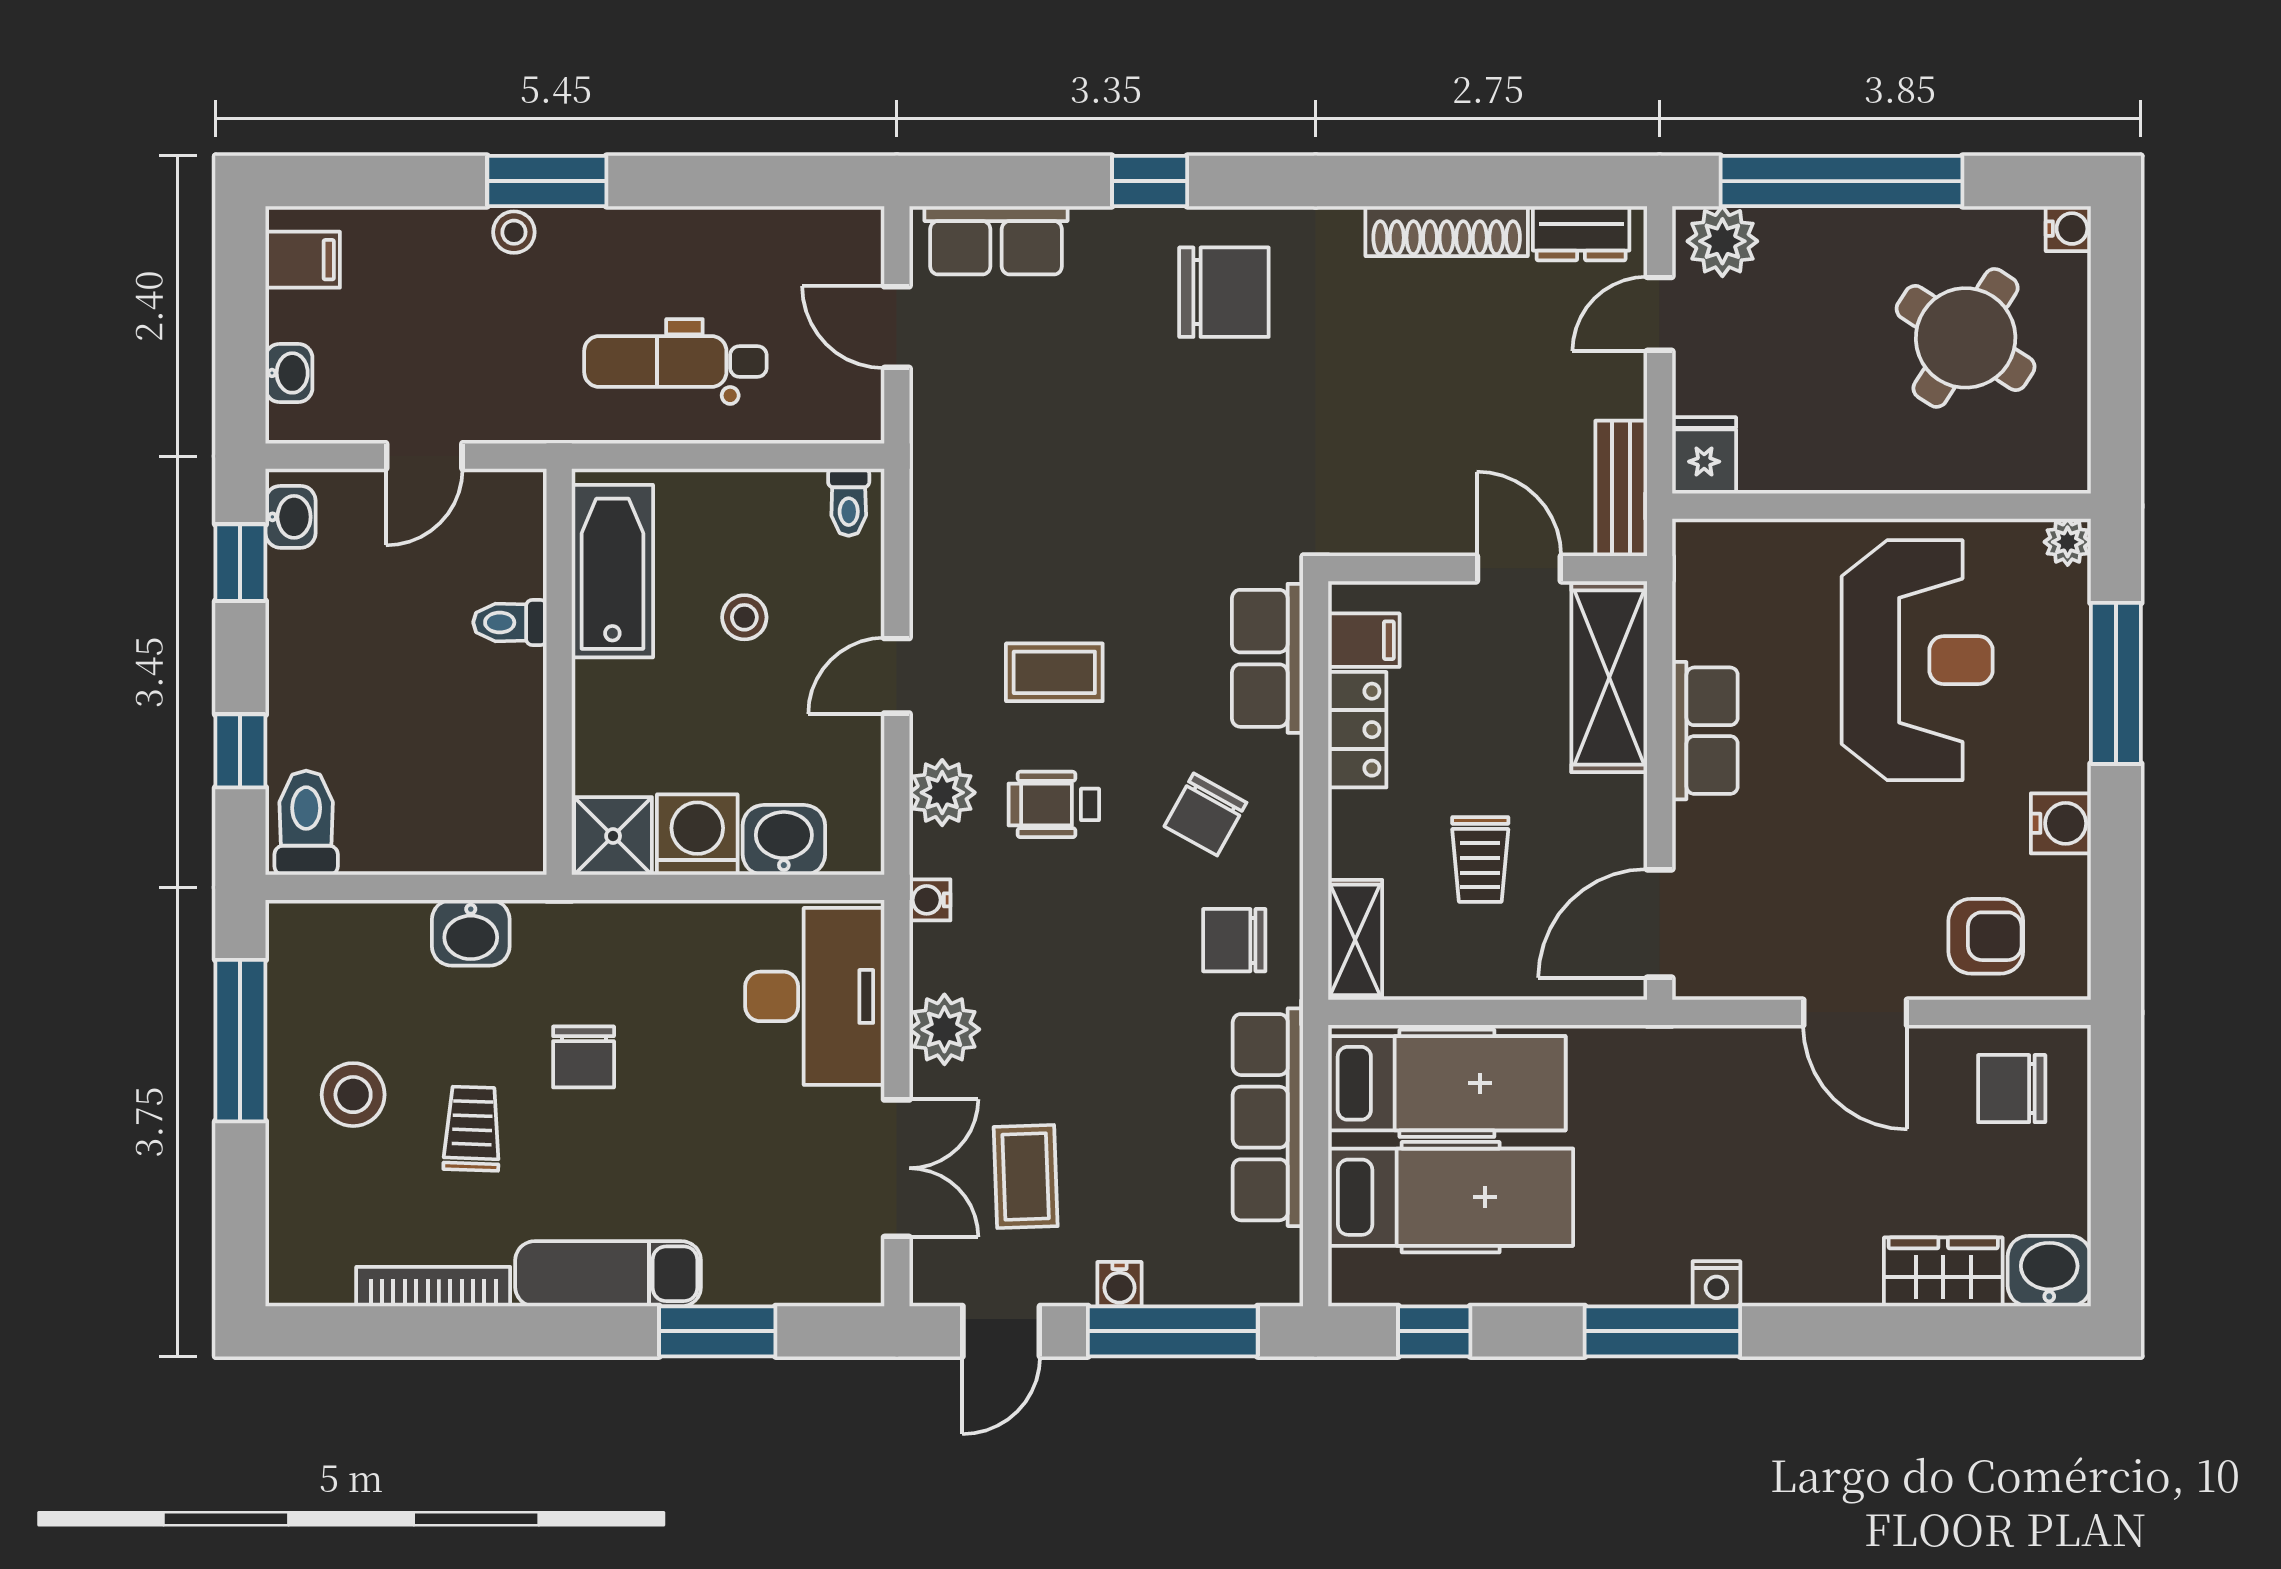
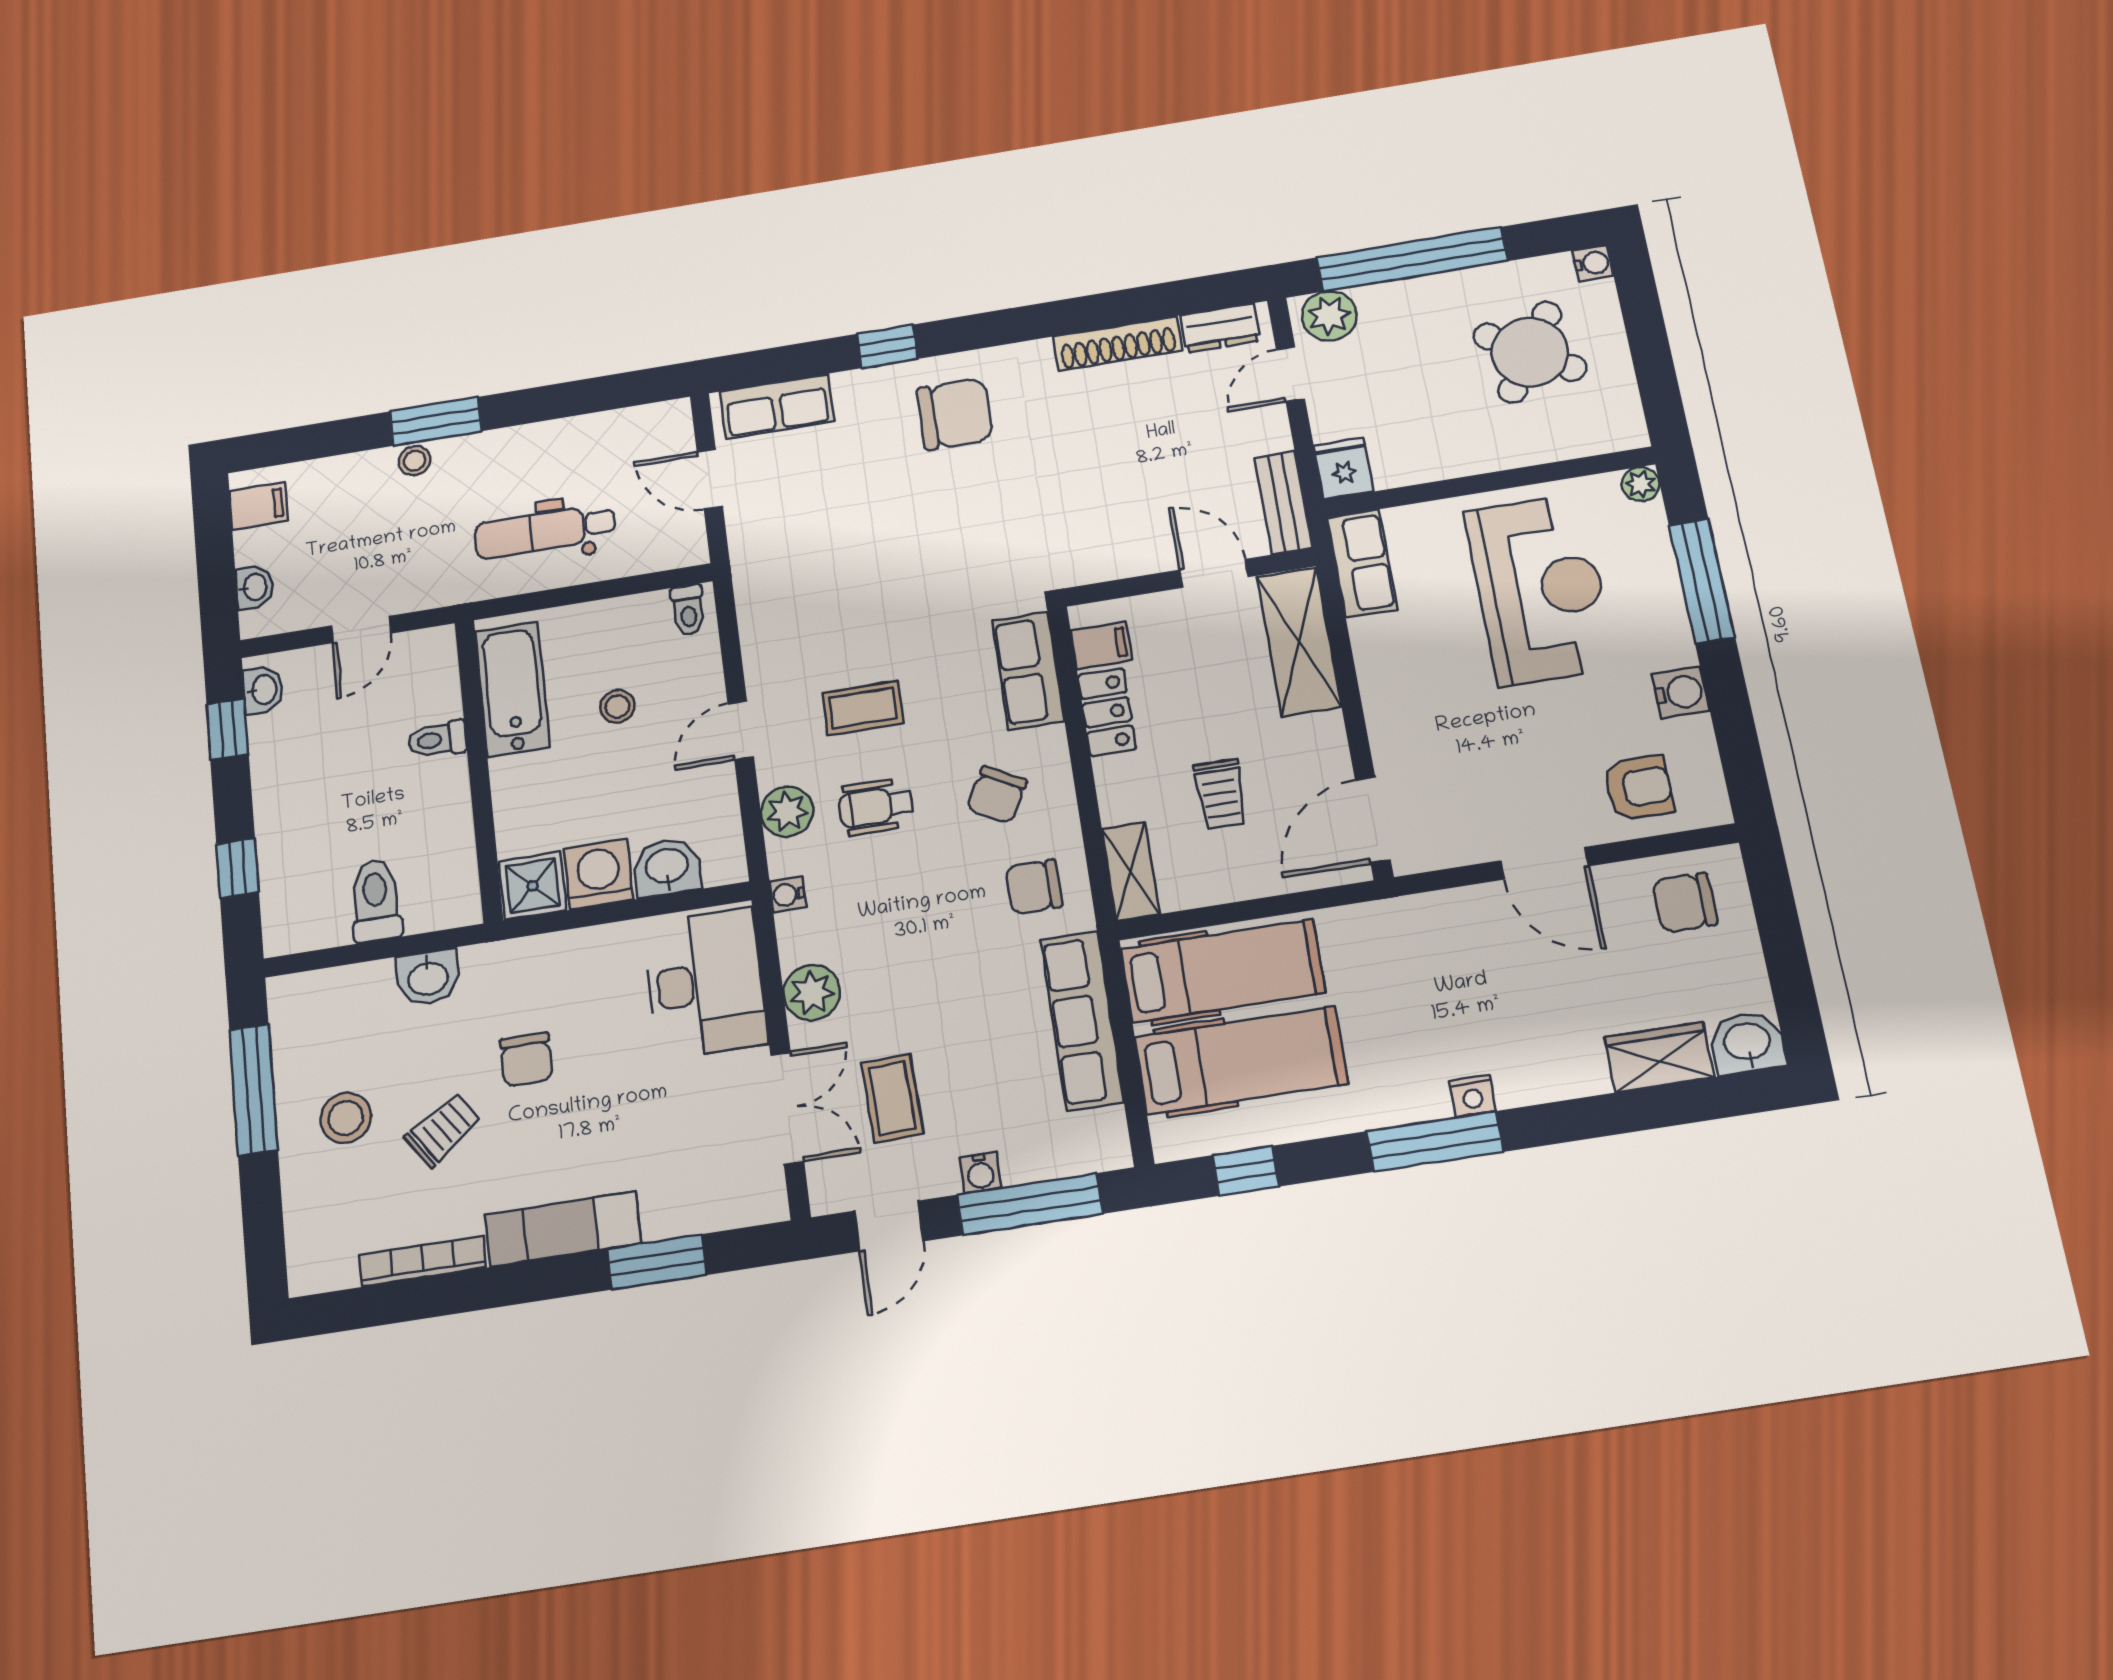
row of seats: (1705, 731) -> (1362, 563), moved
toilet: (306, 823) -> (376, 901), moved
trolley: (472, 1129) -> (443, 1130), turned 53

